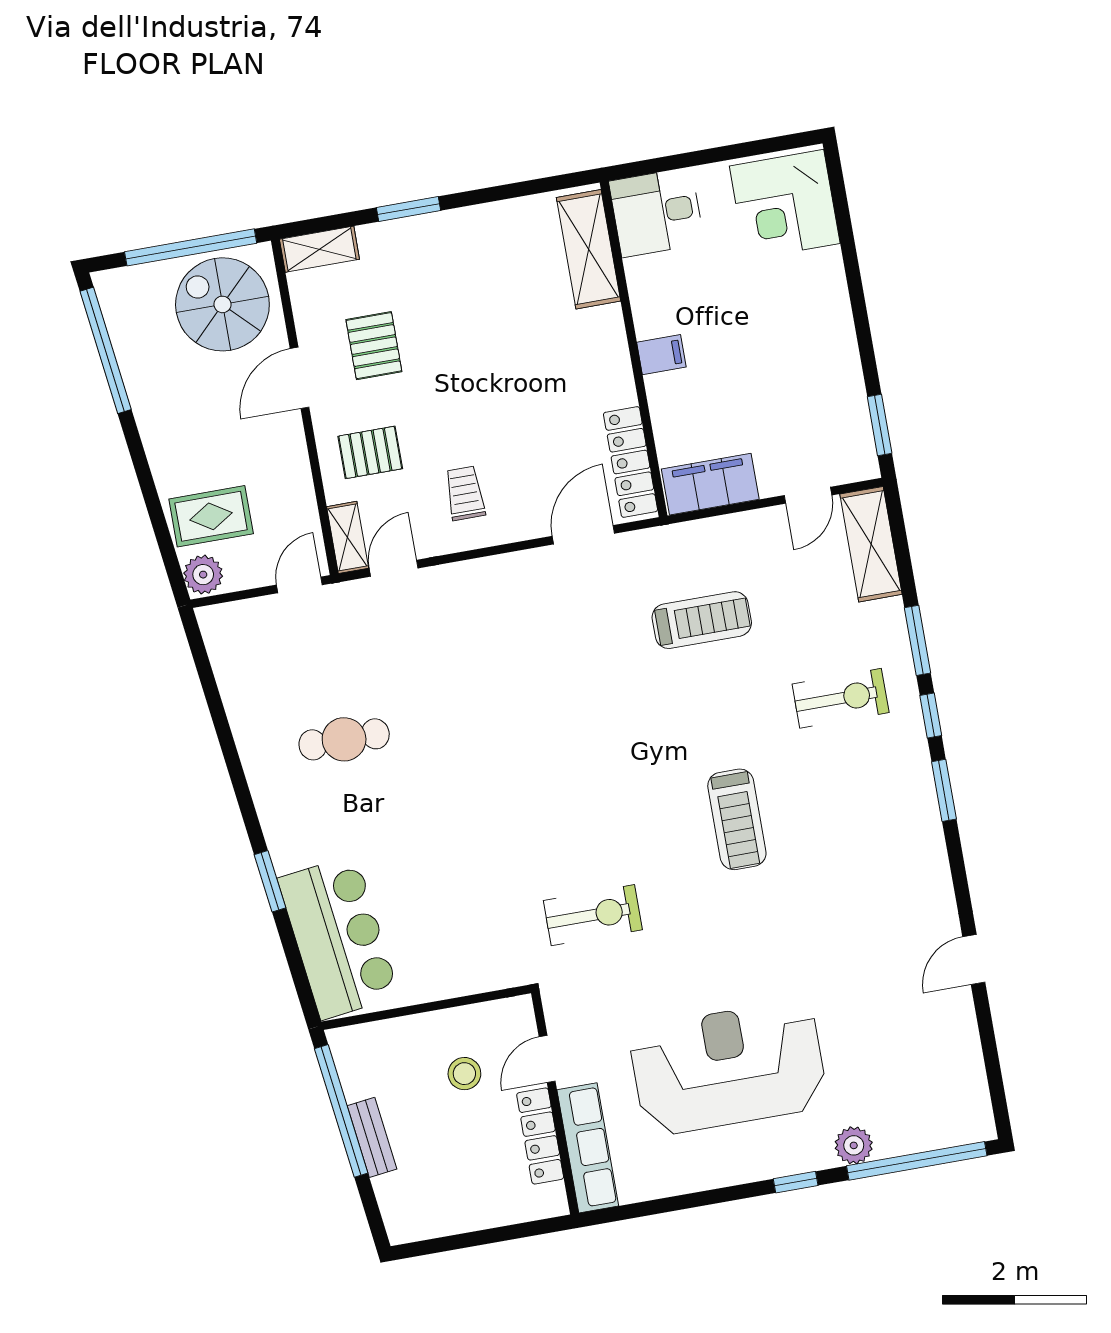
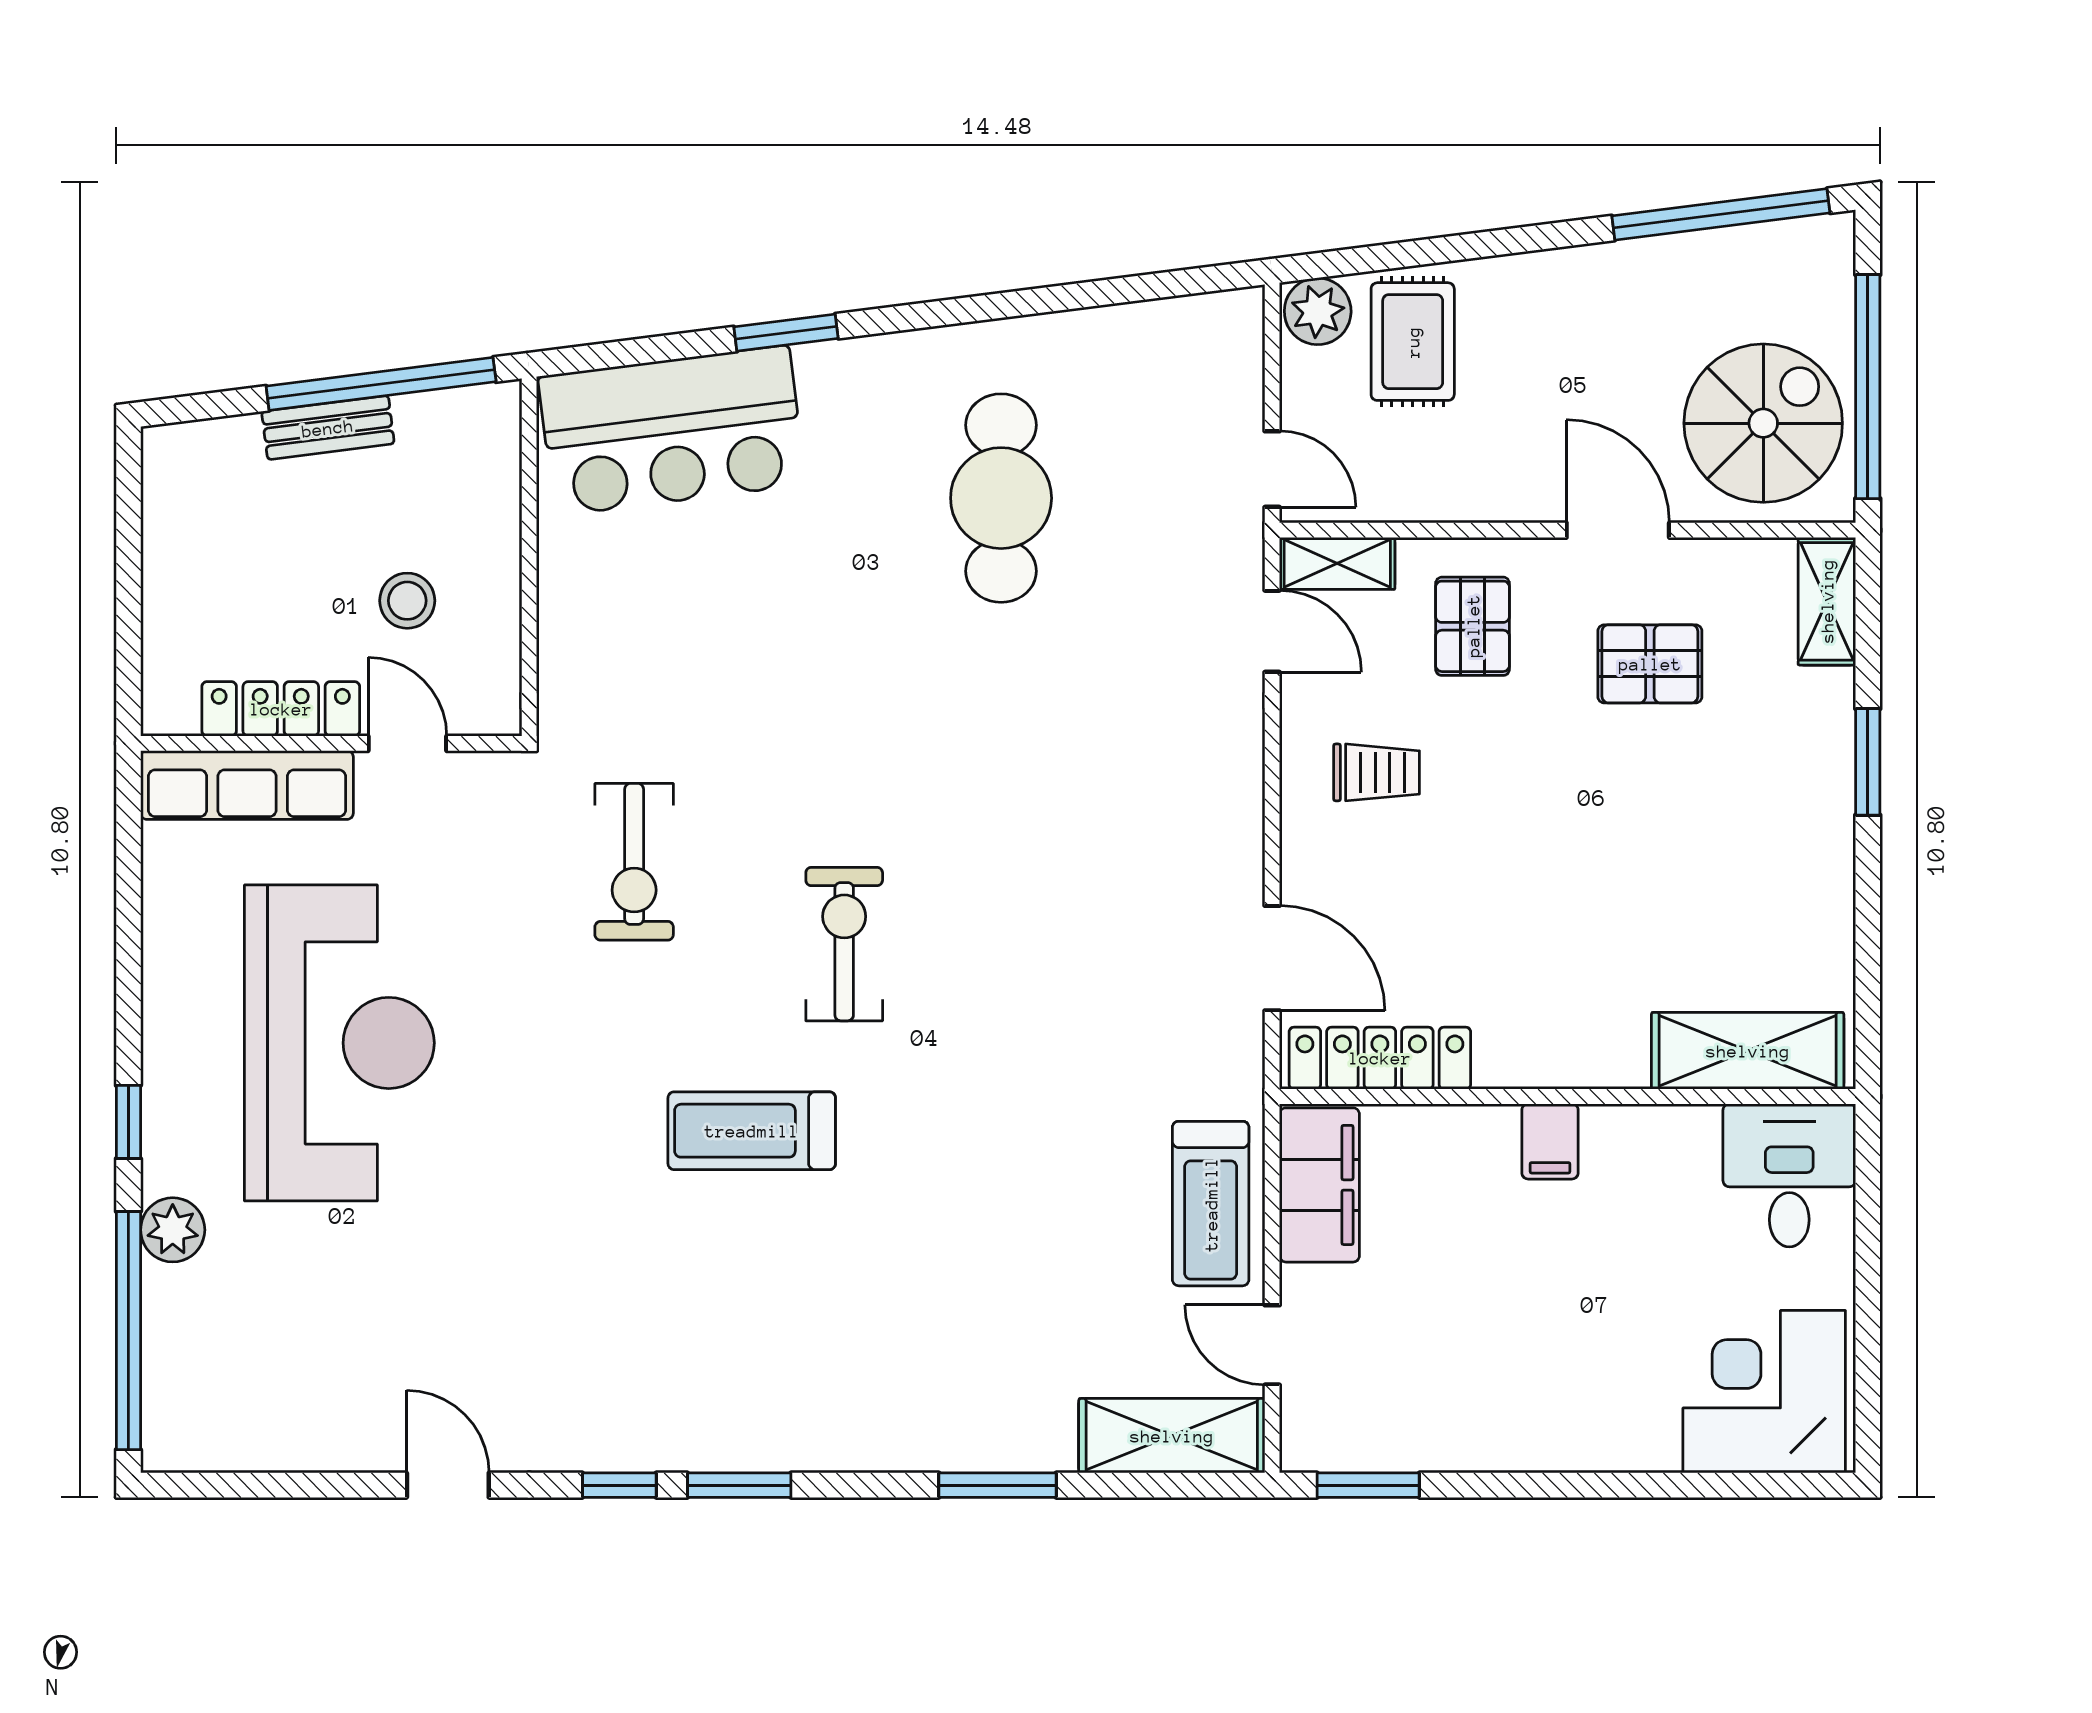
treadmill: (702, 620) -> (1211, 1204), moved
exercise bike: (841, 698) -> (844, 944), moved, turned 180
window: (931, 716) -> (619, 1485), moved
cafe table: (344, 739) -> (1001, 498), width x1.37, depth x1.35

